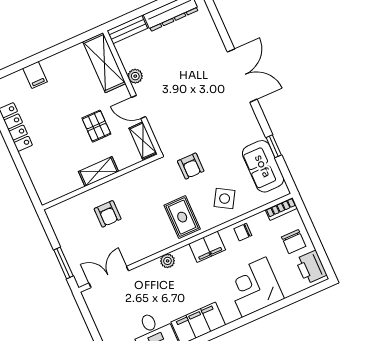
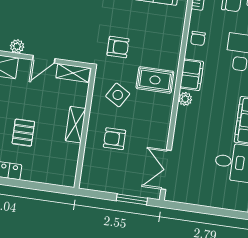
pallet: (96, 126) -> (23, 133), moved, turned 90
side table: (225, 199) -> (118, 95), moved
armchair: (108, 214) -> (115, 139), turned 180
plant: (168, 261) -> (185, 99), moved

